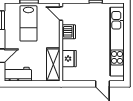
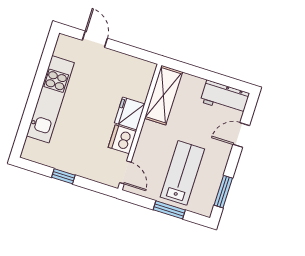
kitchen unit: (117, 42) -> (50, 99), width x0.73
fridge: (69, 59) -> (130, 113), moved

